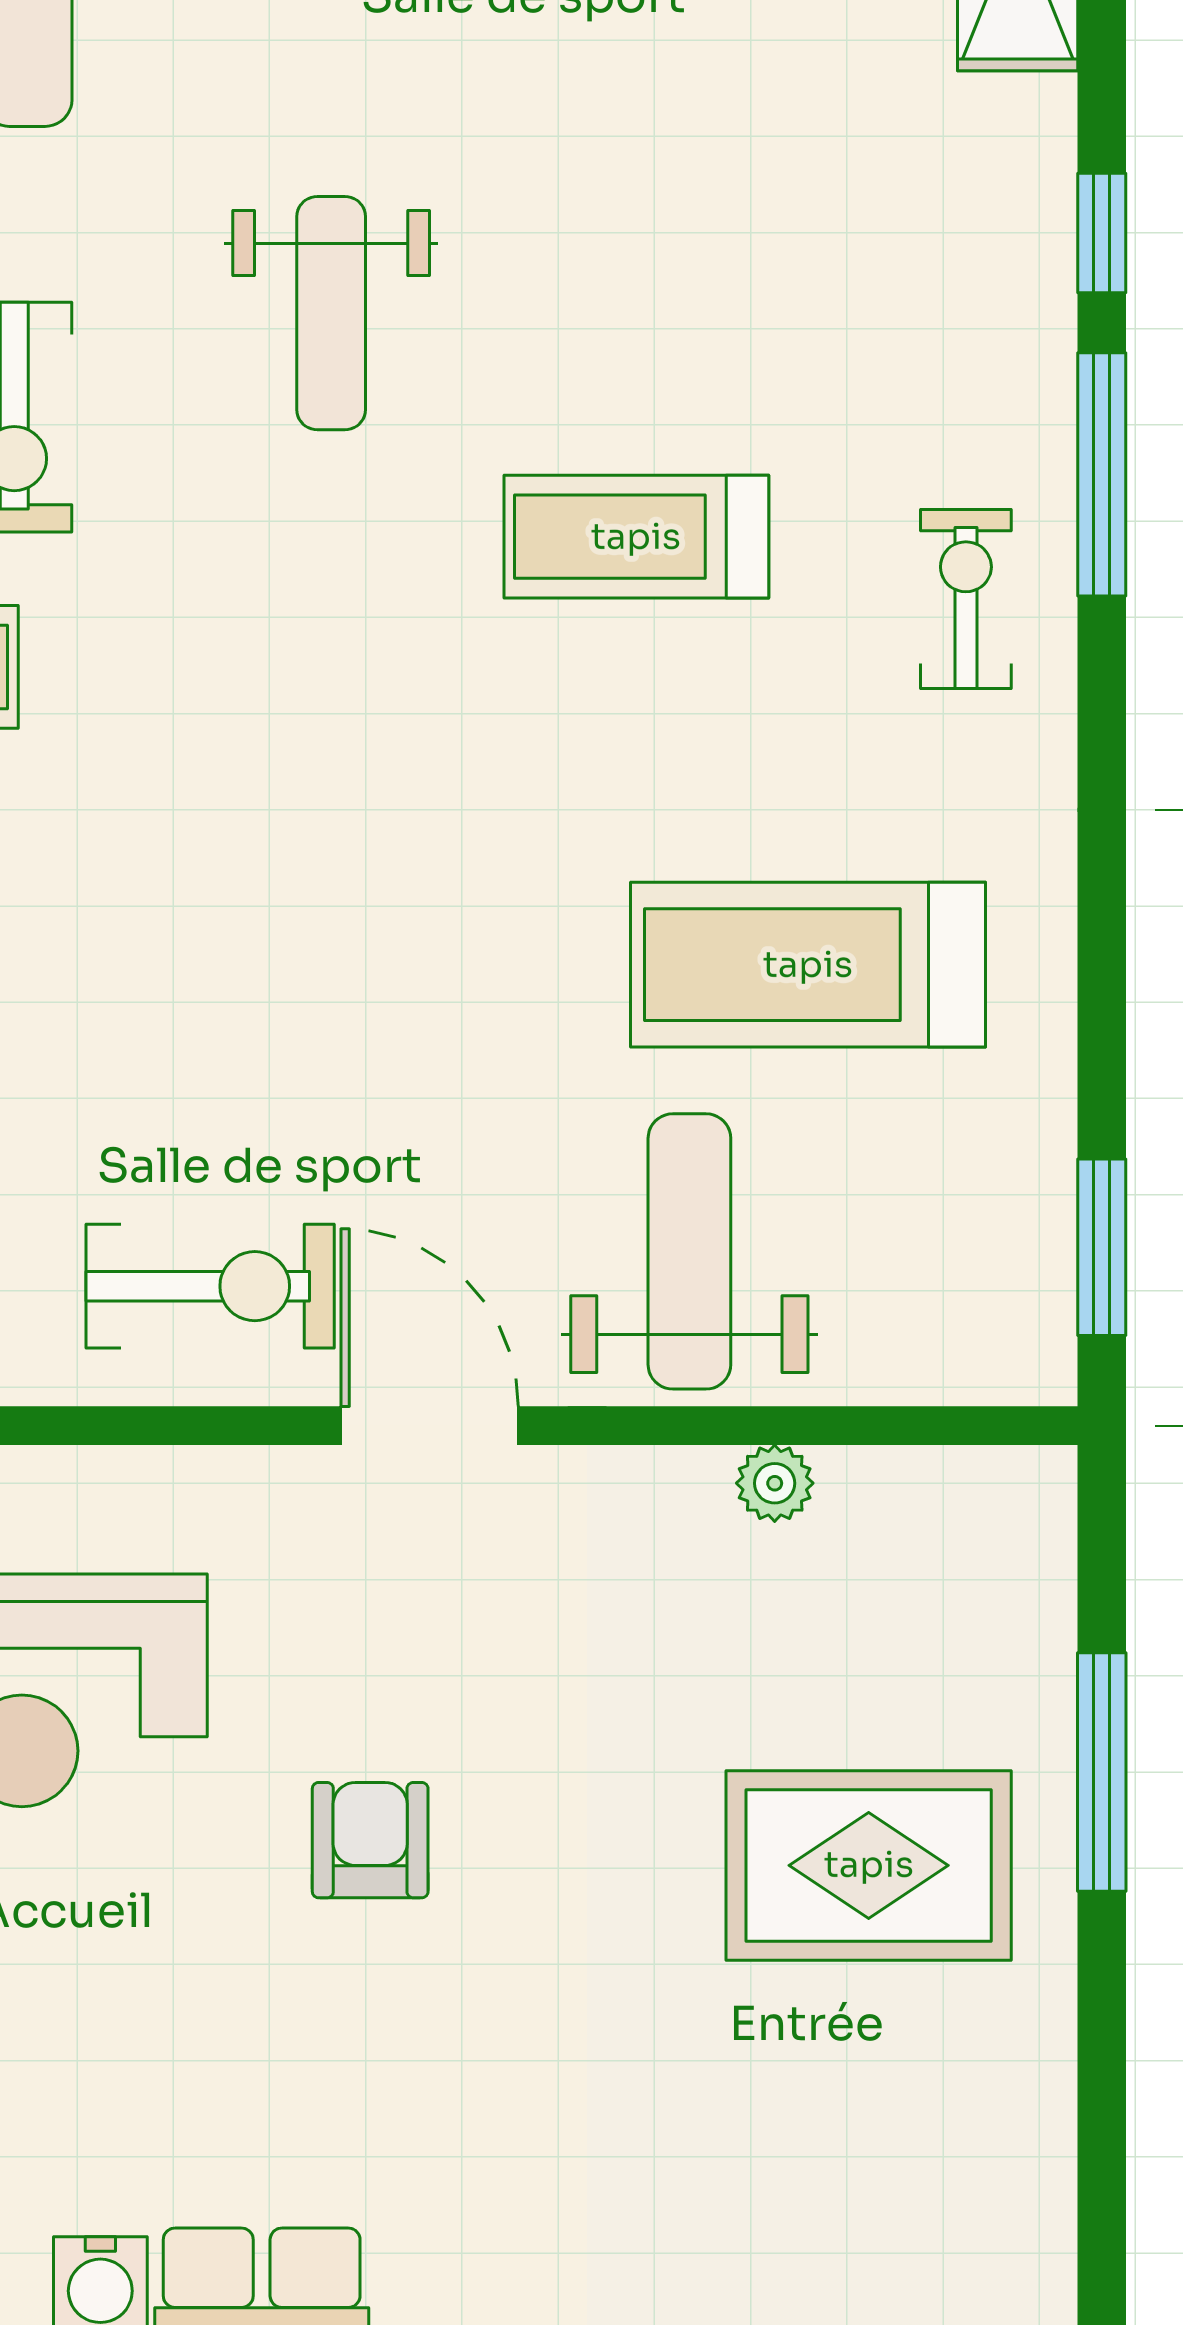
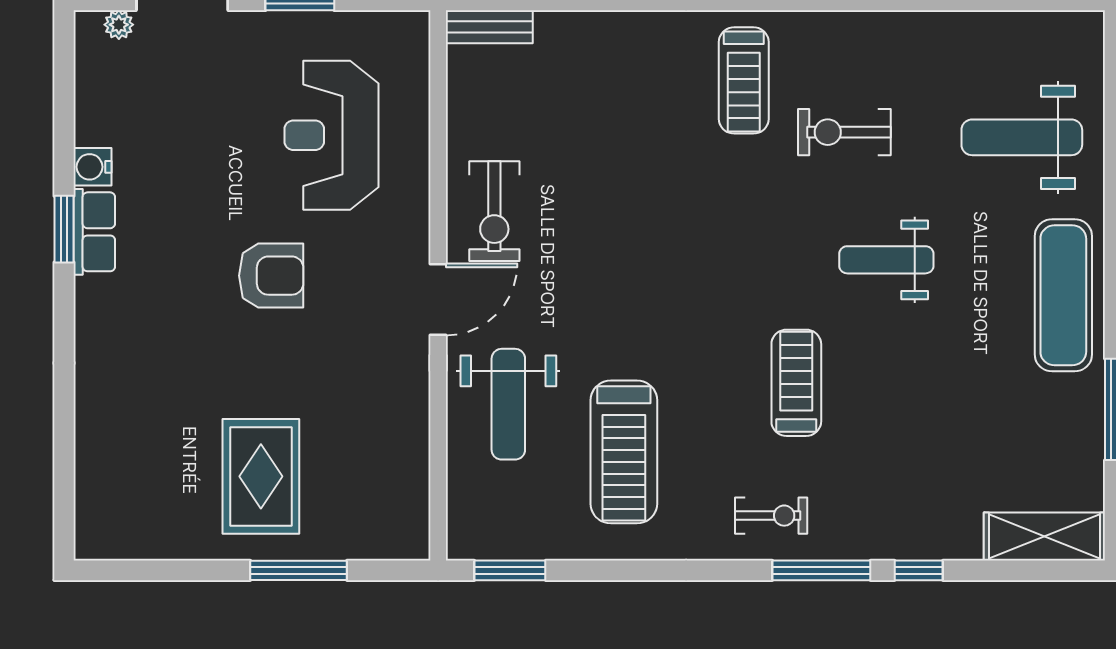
treadmill: (808, 965) -> (624, 452), turned 180
weight bench: (689, 1251) -> (508, 404), turned 90
plant: (775, 1483) -> (415, 439), removed
armchair: (370, 1840) -> (271, 276), width x1.38, depth x1.38

